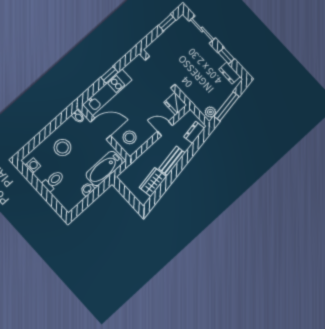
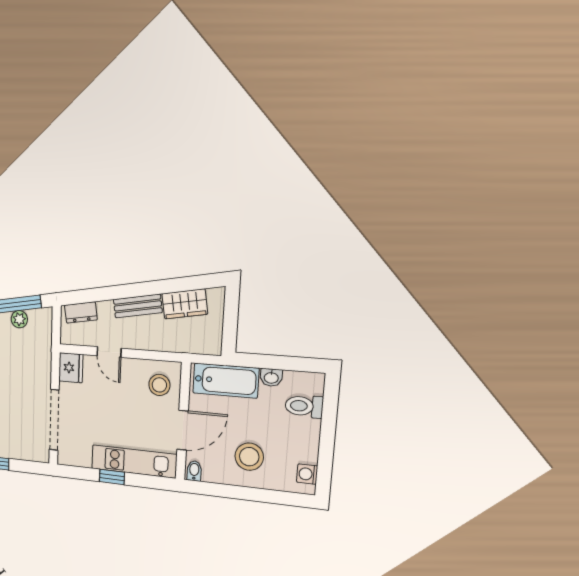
plant: (210, 112) -> (19, 319), moved
door: (100, 129) -> (183, 430), swing flipped
toilet: (53, 181) -> (304, 406), moved

